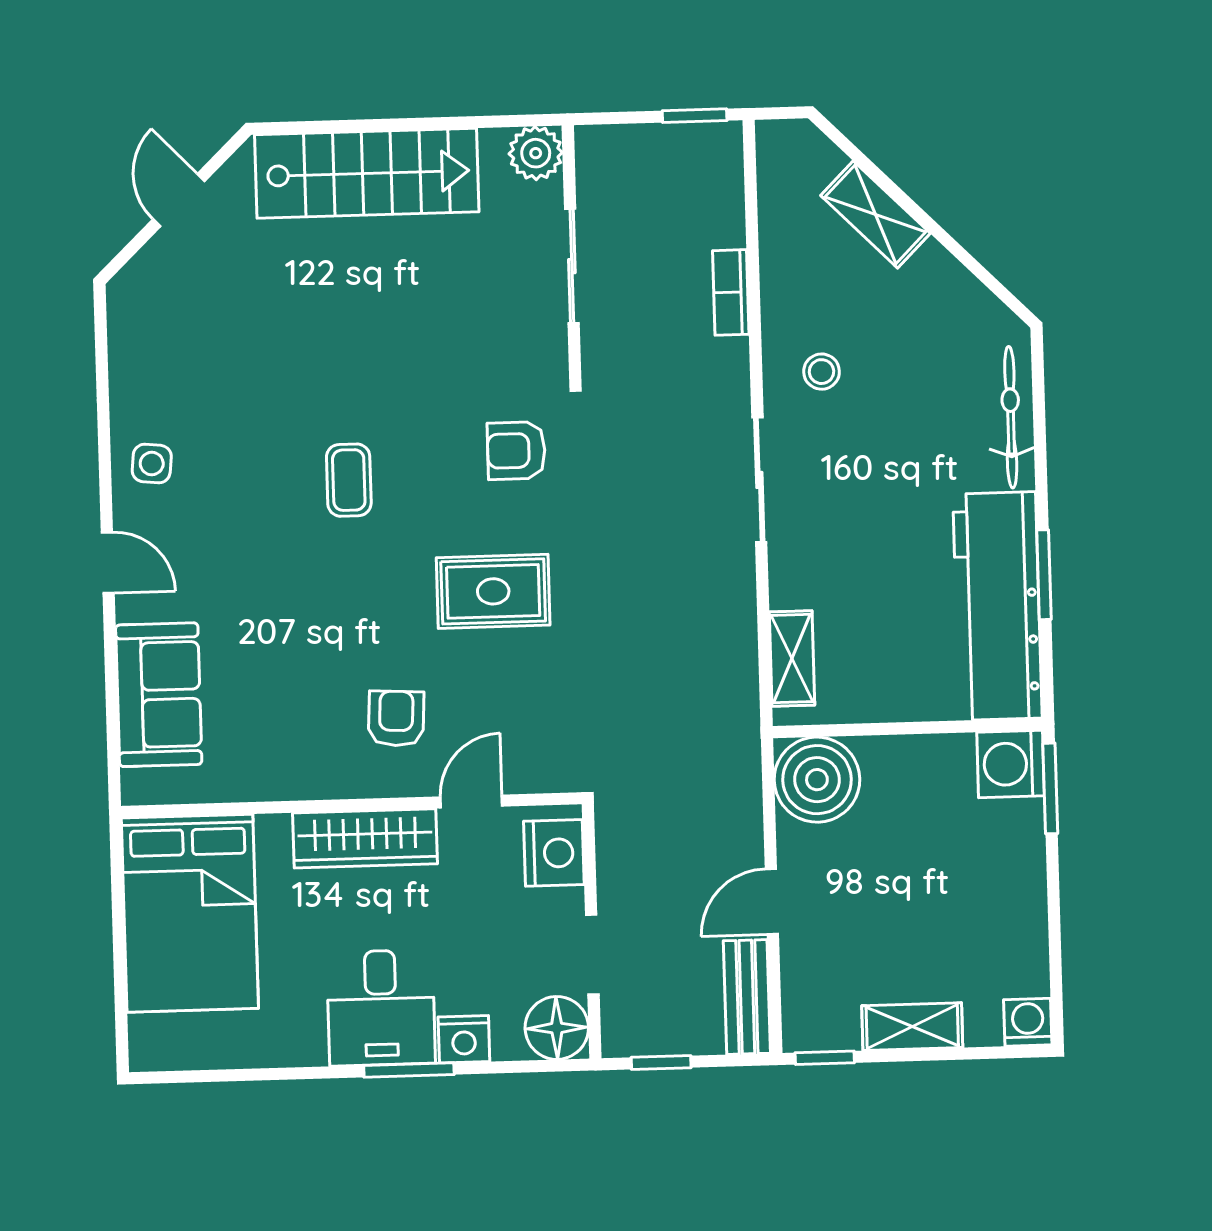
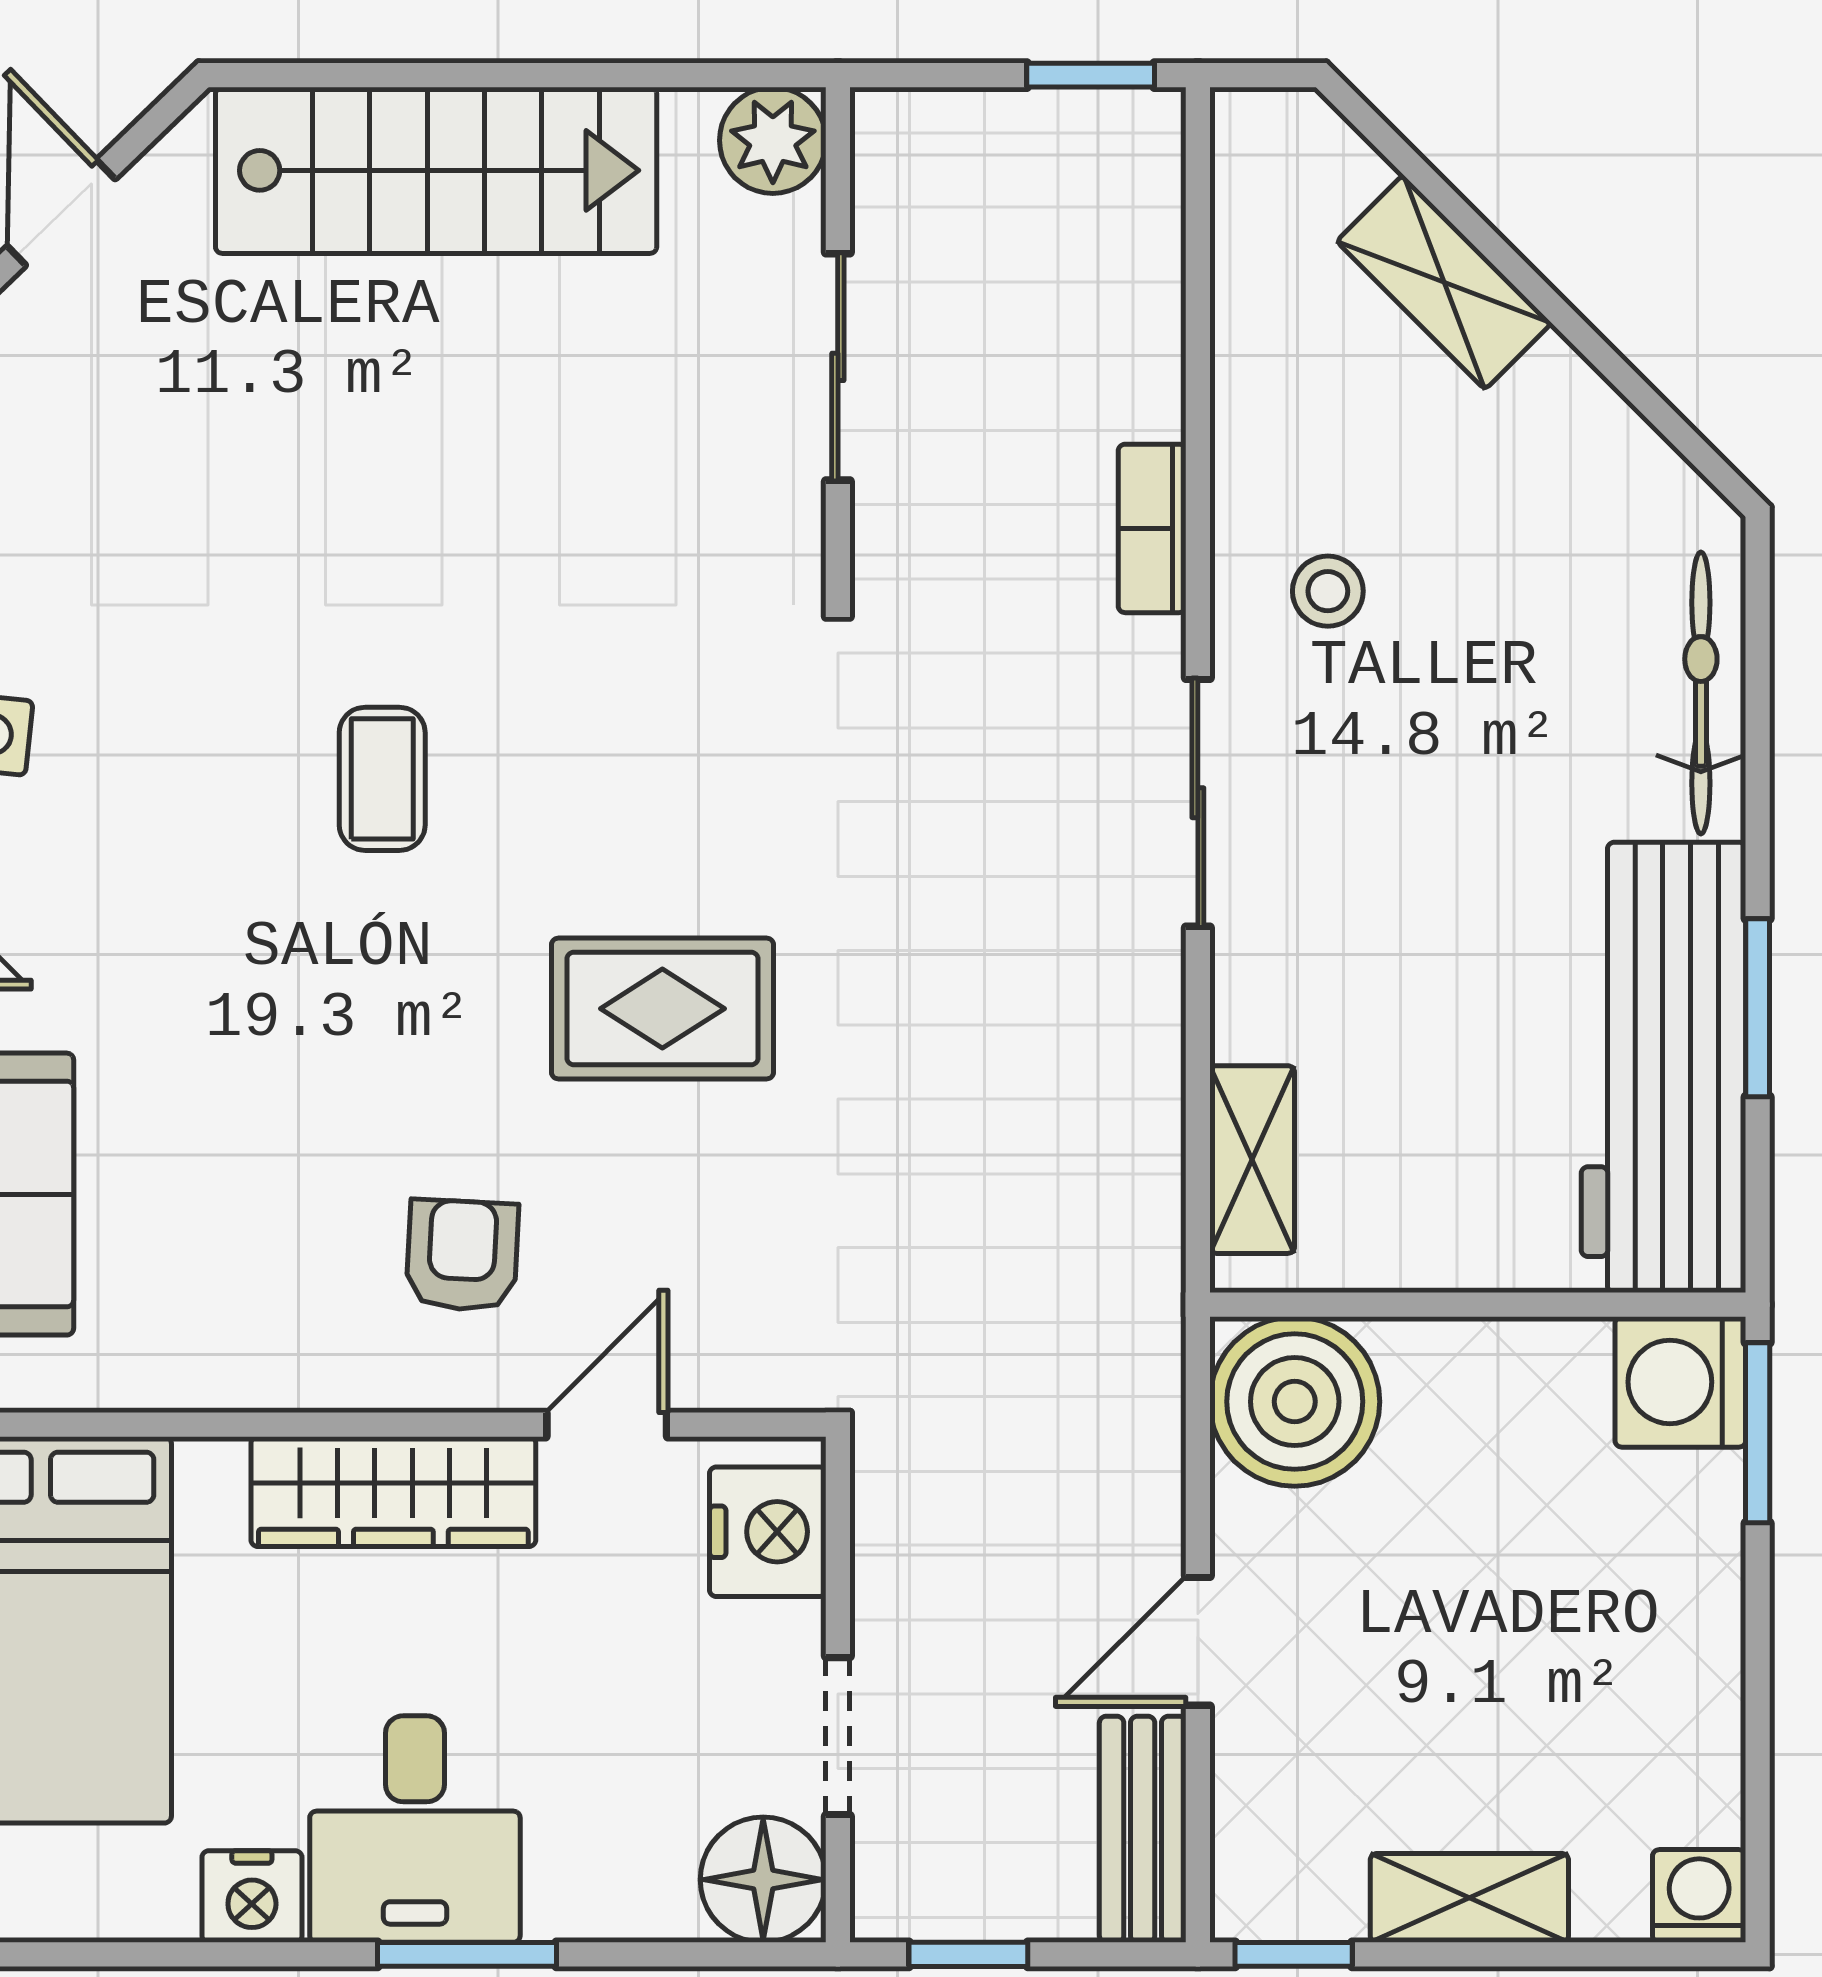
bookcase: (731, 292) -> (1152, 528), moved
armchair: (516, 451) -> (717, 730), removed
nightstand: (464, 1039) -> (252, 1896), moved

